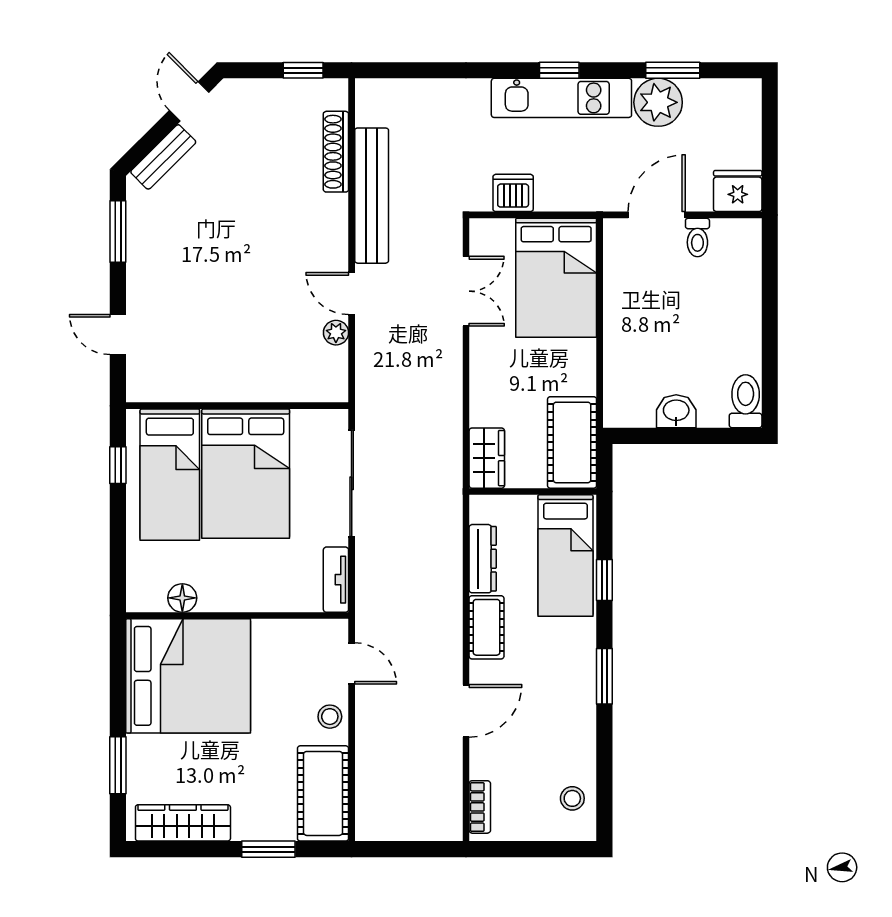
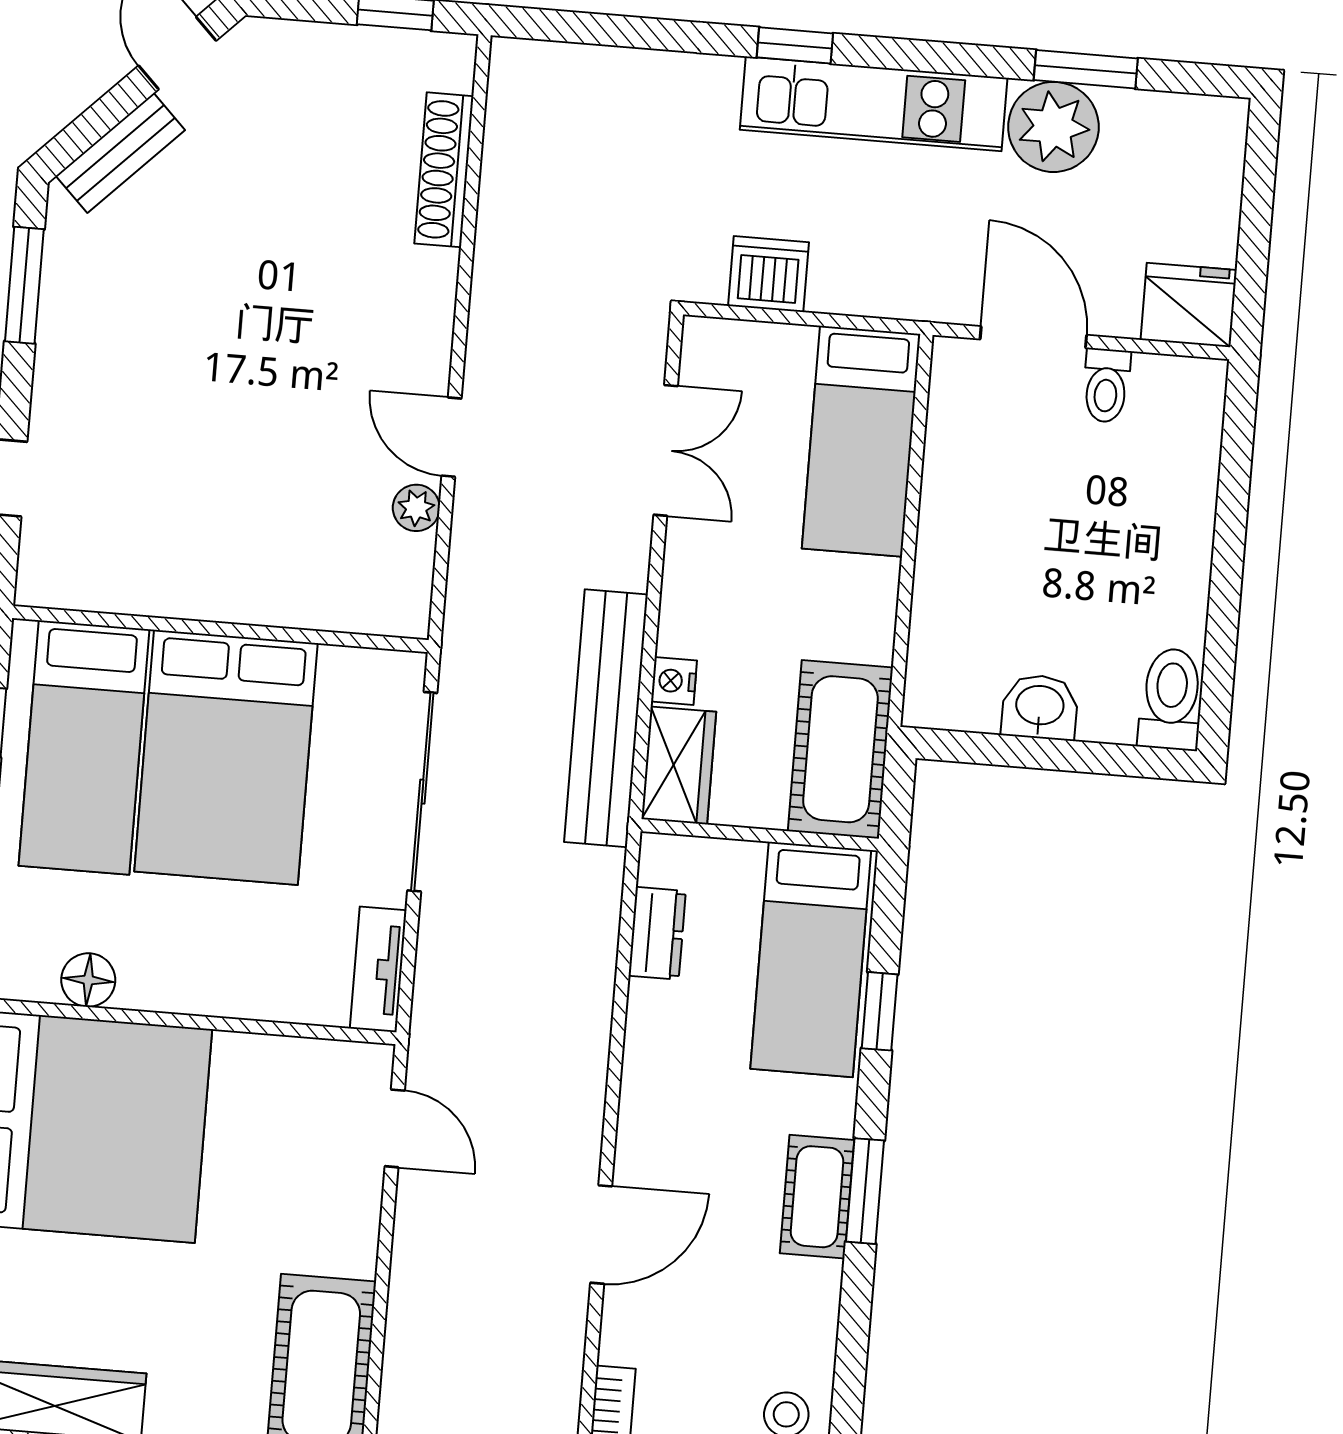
window: (559, 70) -> (795, 45), moved
bench: (372, 196) -> (606, 718), moved
door: (657, 215) -> (1033, 337), hinge flipped
bed: (556, 278) -> (861, 441), width x0.67
nightstand: (481, 413) -> (674, 681), added
dresser: (483, 559) -> (657, 933), width x0.70
cot: (487, 627) -> (817, 1197), moved
stool: (330, 717) -> (346, 1224), removed

